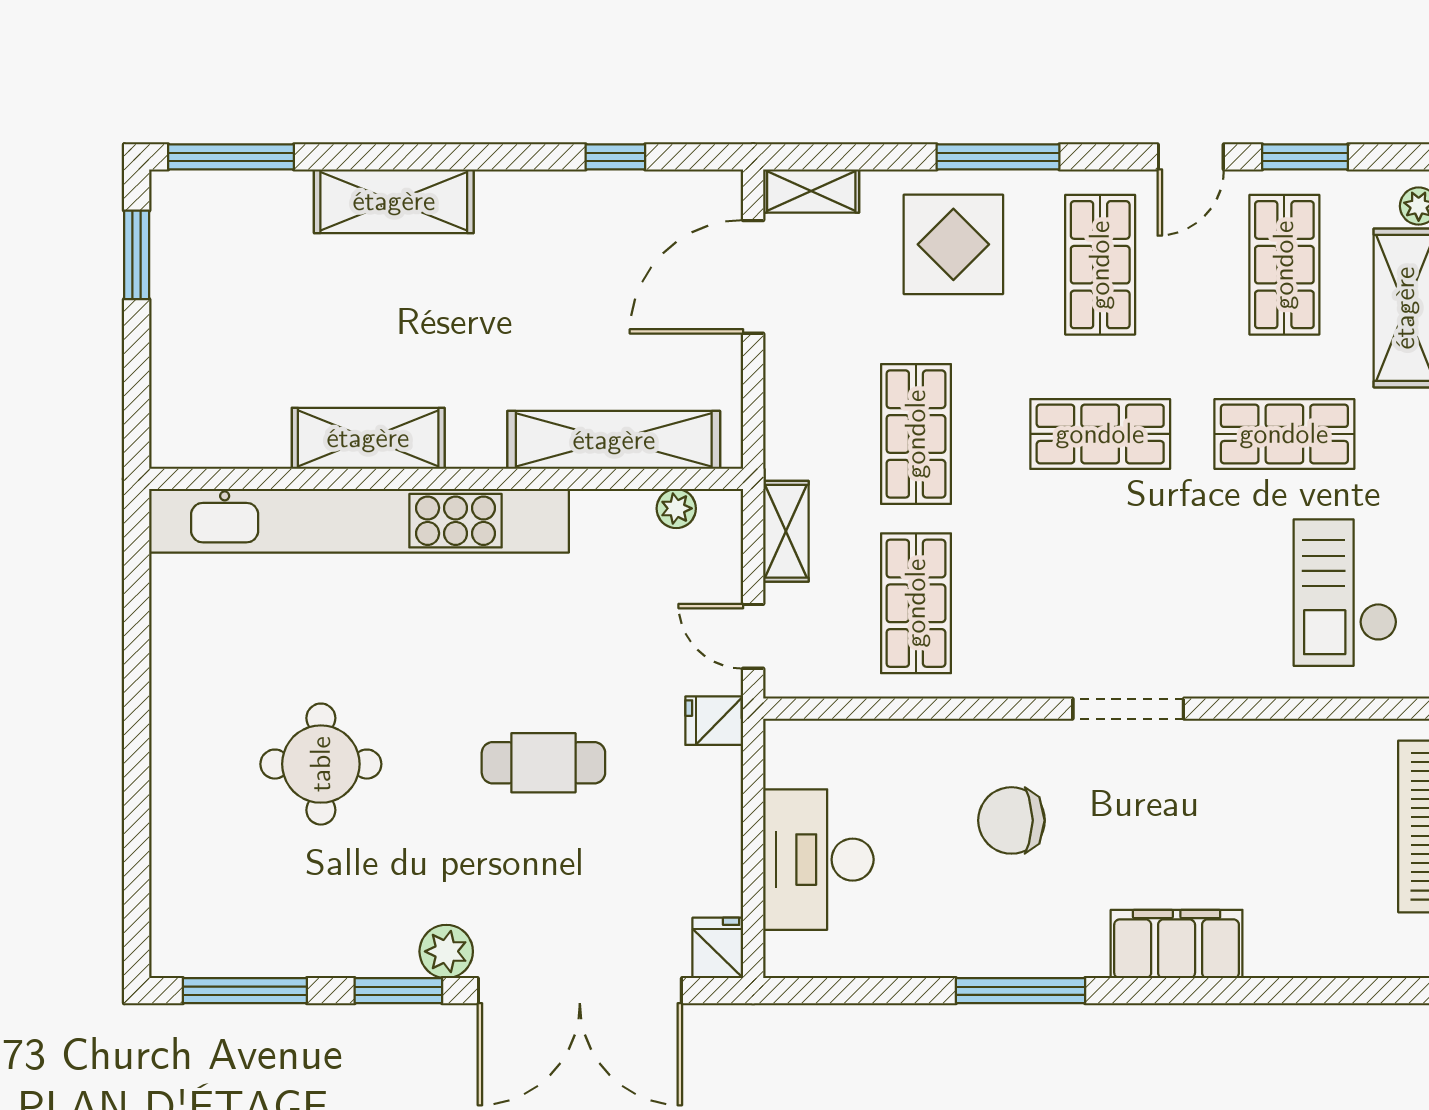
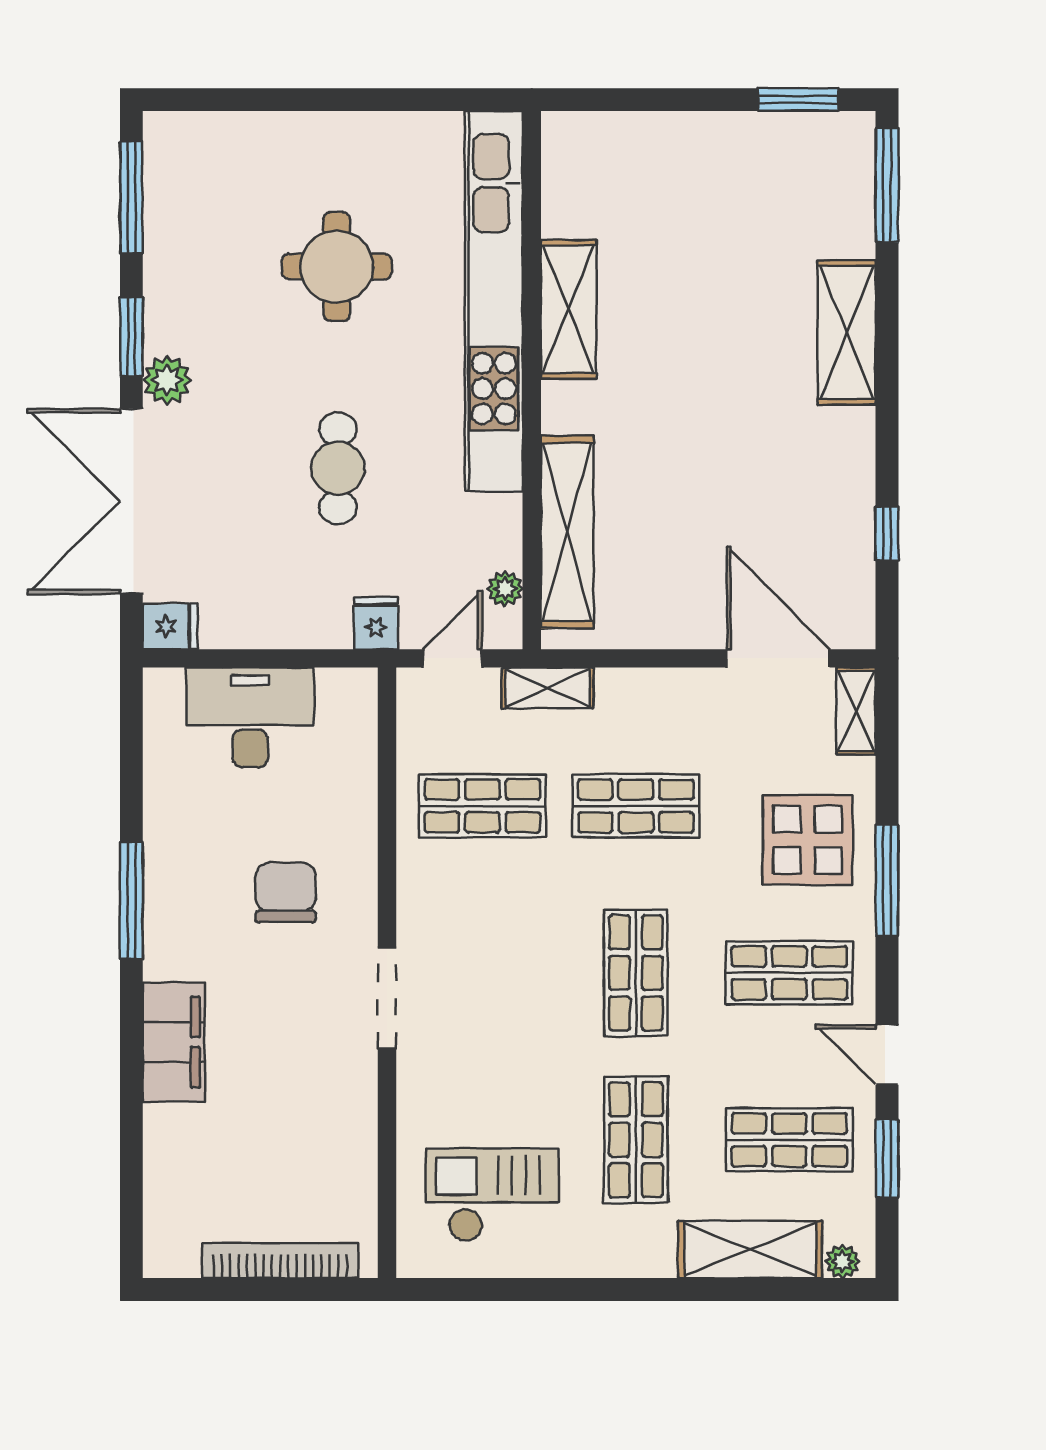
shelving: (368, 438) -> (569, 309), moved
shelving: (614, 440) -> (567, 532), moved
wall: (446, 479) -> (532, 380), moved
plant: (676, 508) -> (505, 589), moved
kitchen unit: (359, 521) -> (494, 301), moved

